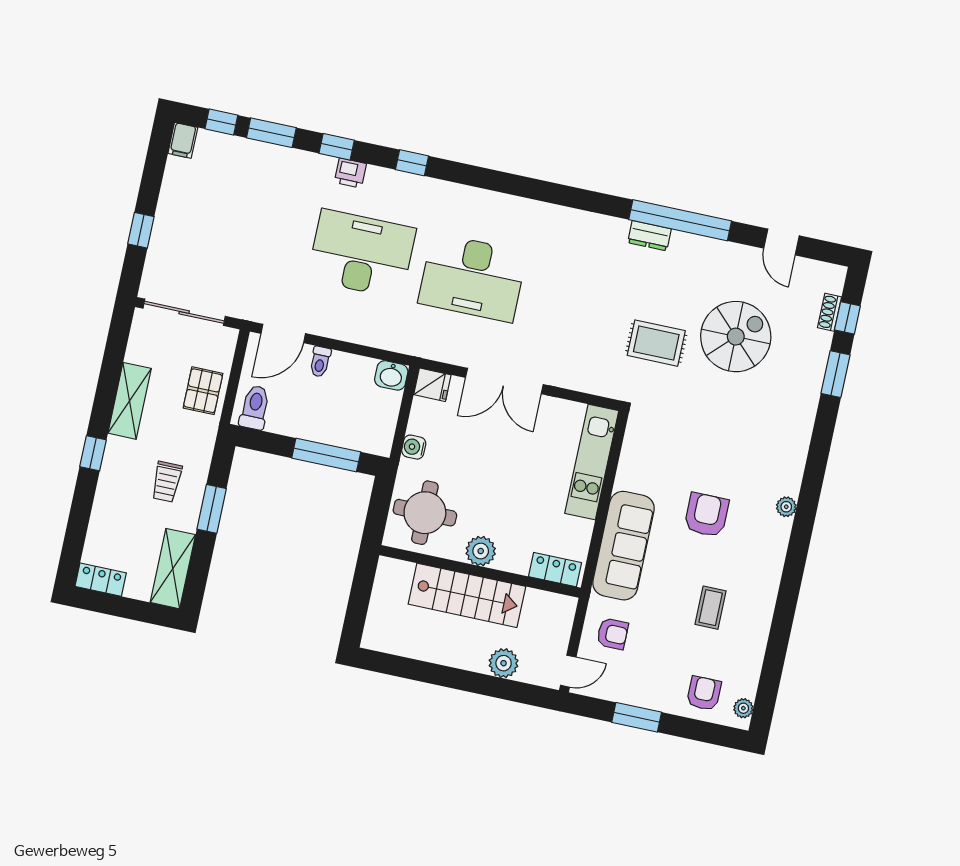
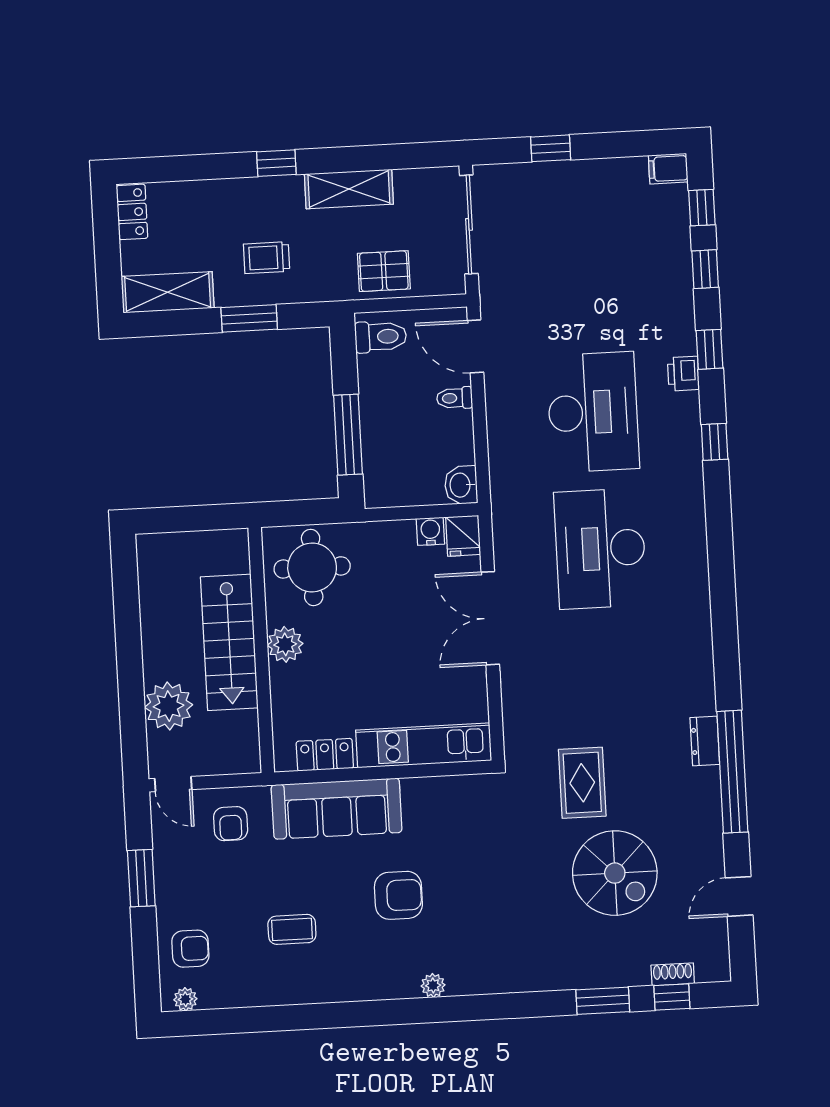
window: (271, 133) -> (705, 269), width x0.67
water cooler: (414, 447) -> (430, 531), moved
locker: (555, 570) -> (325, 755), moved, turned -90
plant: (504, 663) -> (169, 706), width x1.36, depth x1.36

